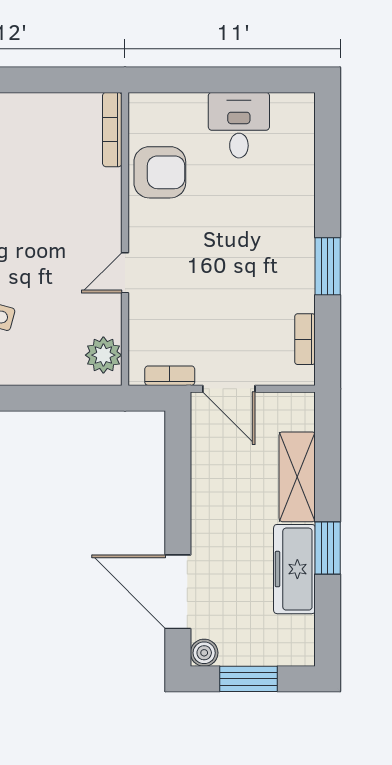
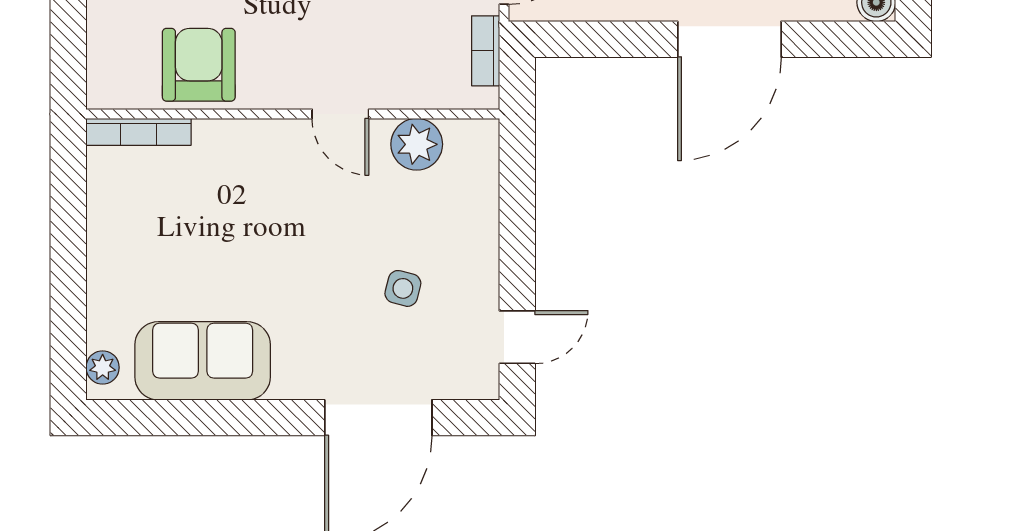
plant: (103, 355) -> (417, 144), moved
door: (178, 592) -> (729, 39), moved

